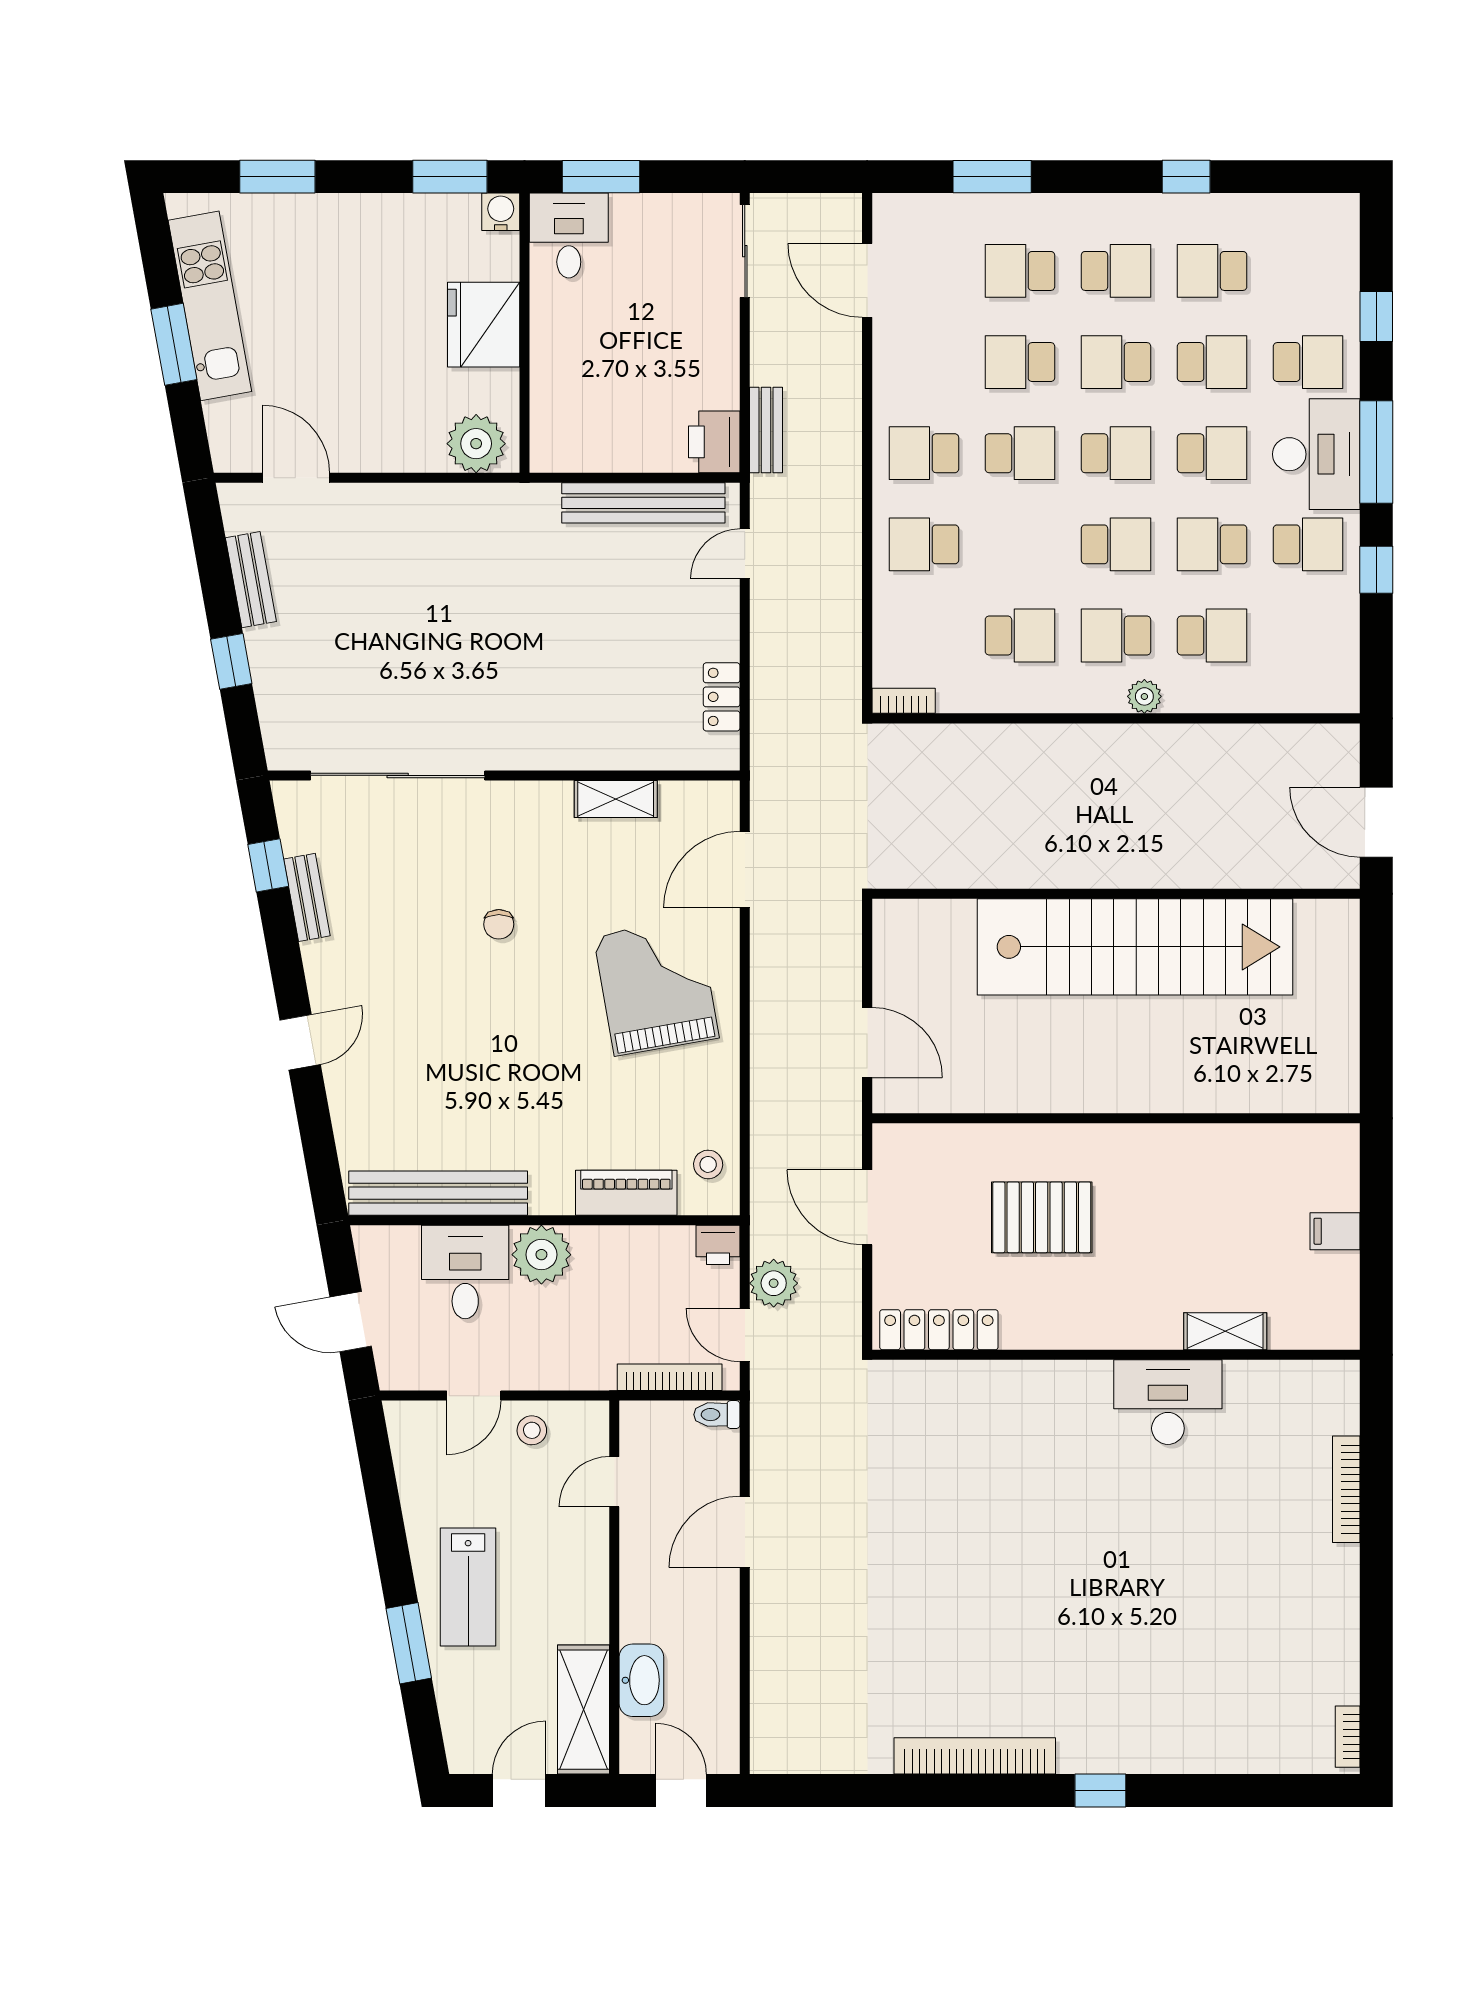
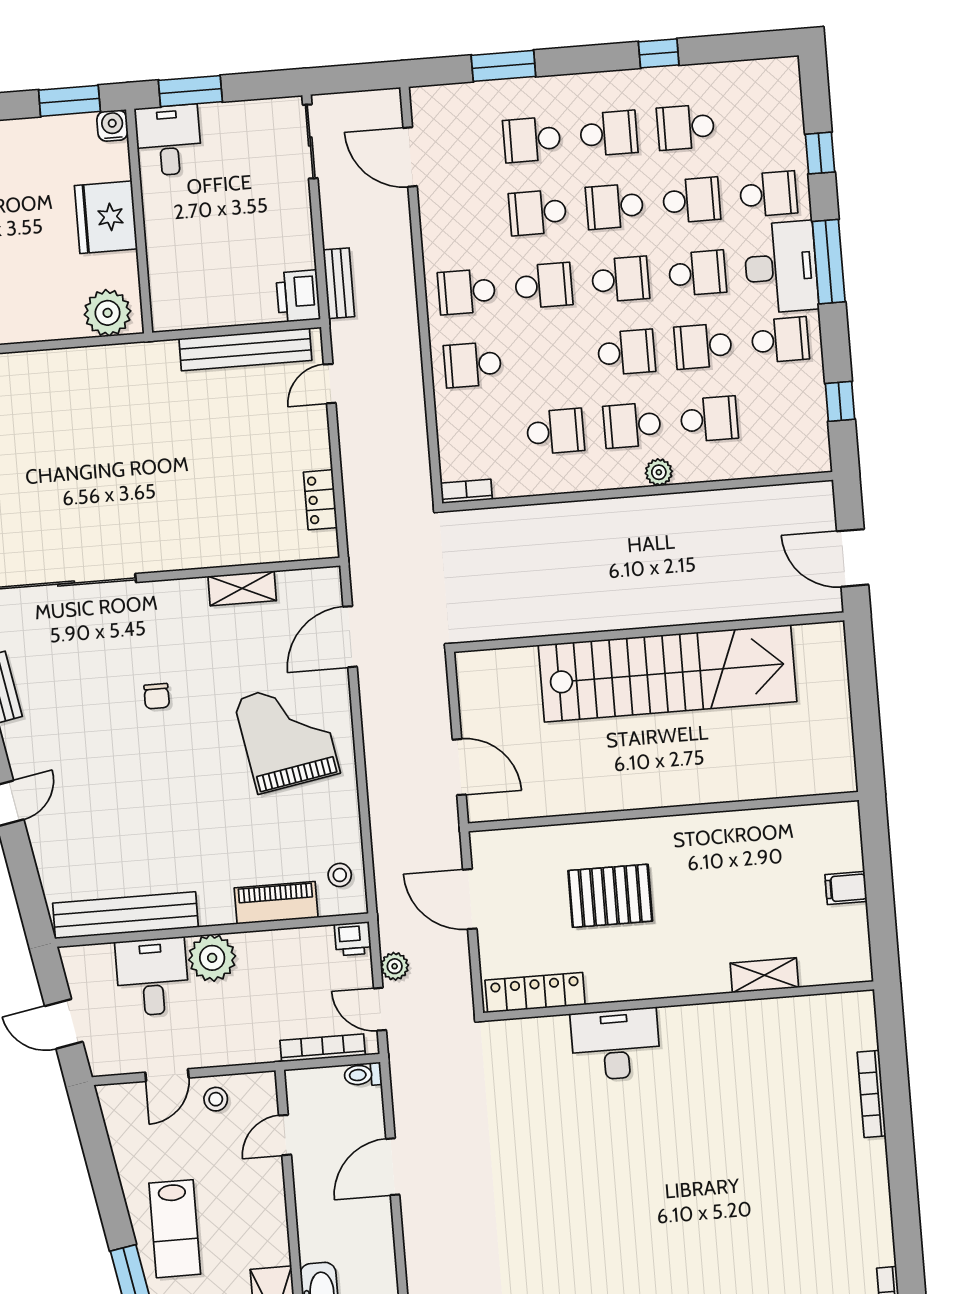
window: (1376, 570) -> (840, 401), moved
plant: (774, 1283) -> (395, 966), width x0.73, depth x0.73
desk: (1168, 1402) -> (616, 1044), moved

